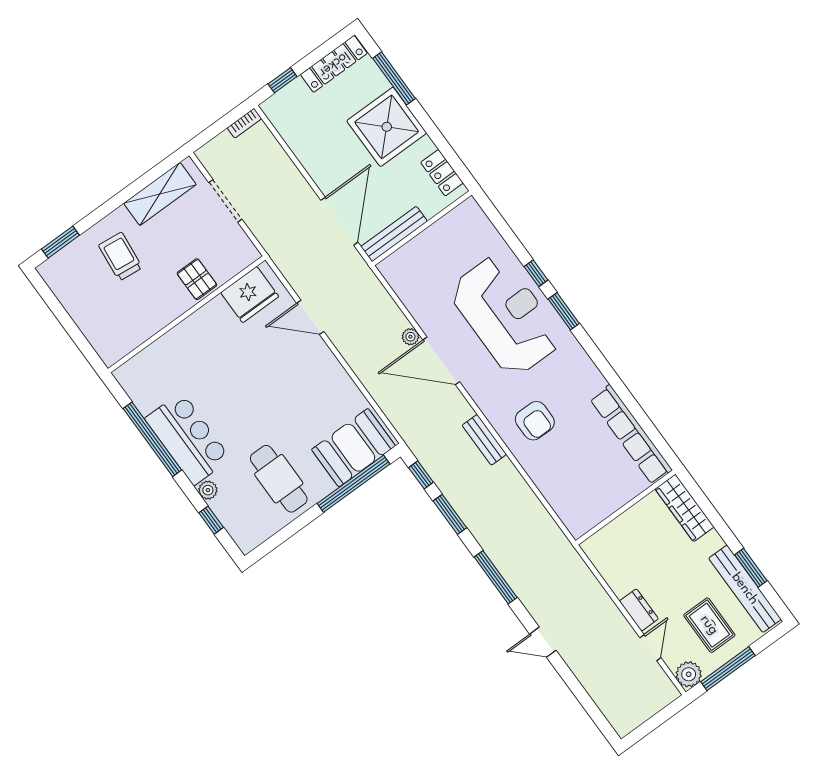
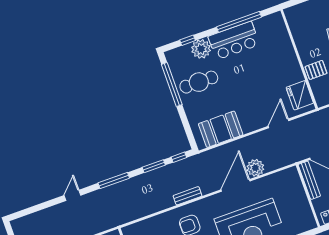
plant: (410, 337) -> (255, 168), width x1.88, depth x1.88
booth: (353, 448) -> (221, 129), moved, turned 90
window: (353, 484) -> (172, 84), moved
plant: (208, 490) -> (201, 49), width x1.88, depth x1.88

